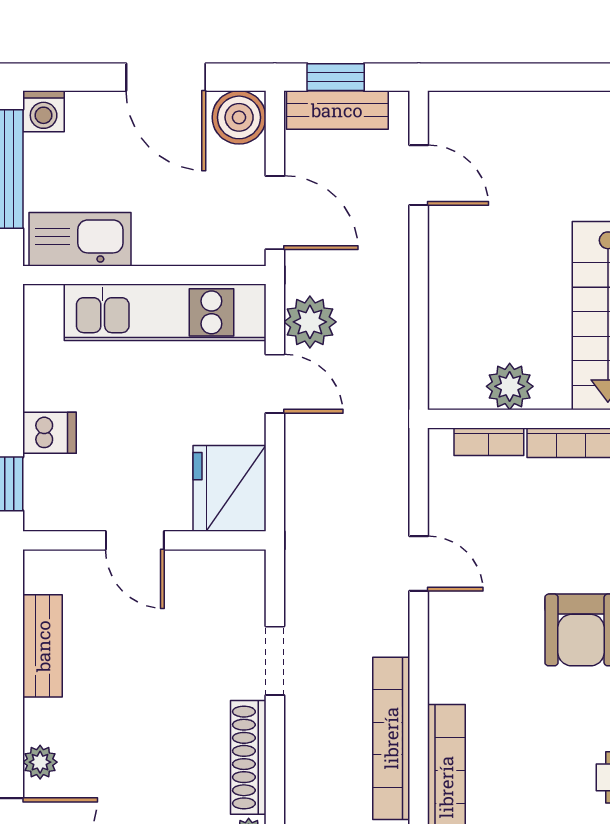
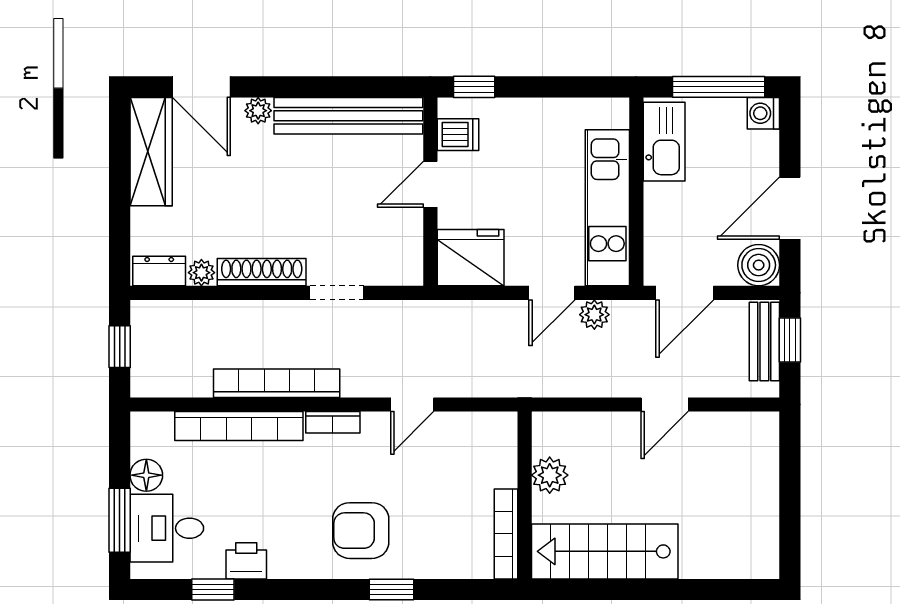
door: (419, 175) -> (665, 405), moved
plant: (310, 322) -> (594, 315), width x0.73, depth x0.73
dishwasher: (50, 433) -> (458, 135), moved, turned -90
bookcase: (489, 442) -> (333, 422), moved, turned -90
bench: (43, 646) -> (348, 116), width x1.86, depth x1.21

